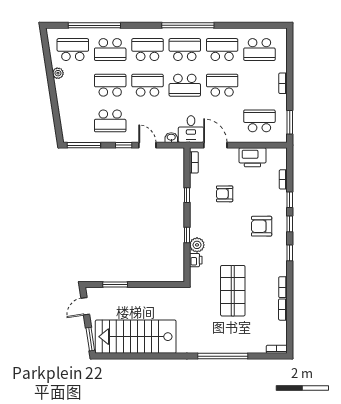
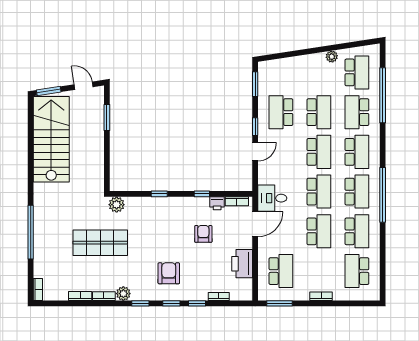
school desk: (185, 85) -> (319, 192), turned 180
washbasin: (171, 138) -> (263, 177), removed
window: (84, 145) -> (255, 84), width x0.69
plant: (197, 245) -> (117, 205), moved
printer: (196, 260) -> (217, 203), moved
plant: (281, 269) -> (123, 294), added

